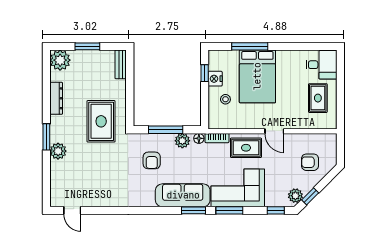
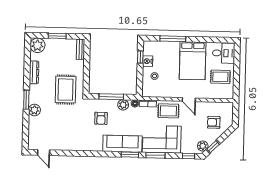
bed: (257, 76) -> (193, 61), moved
rug: (318, 98) -> (220, 77), turned 90

